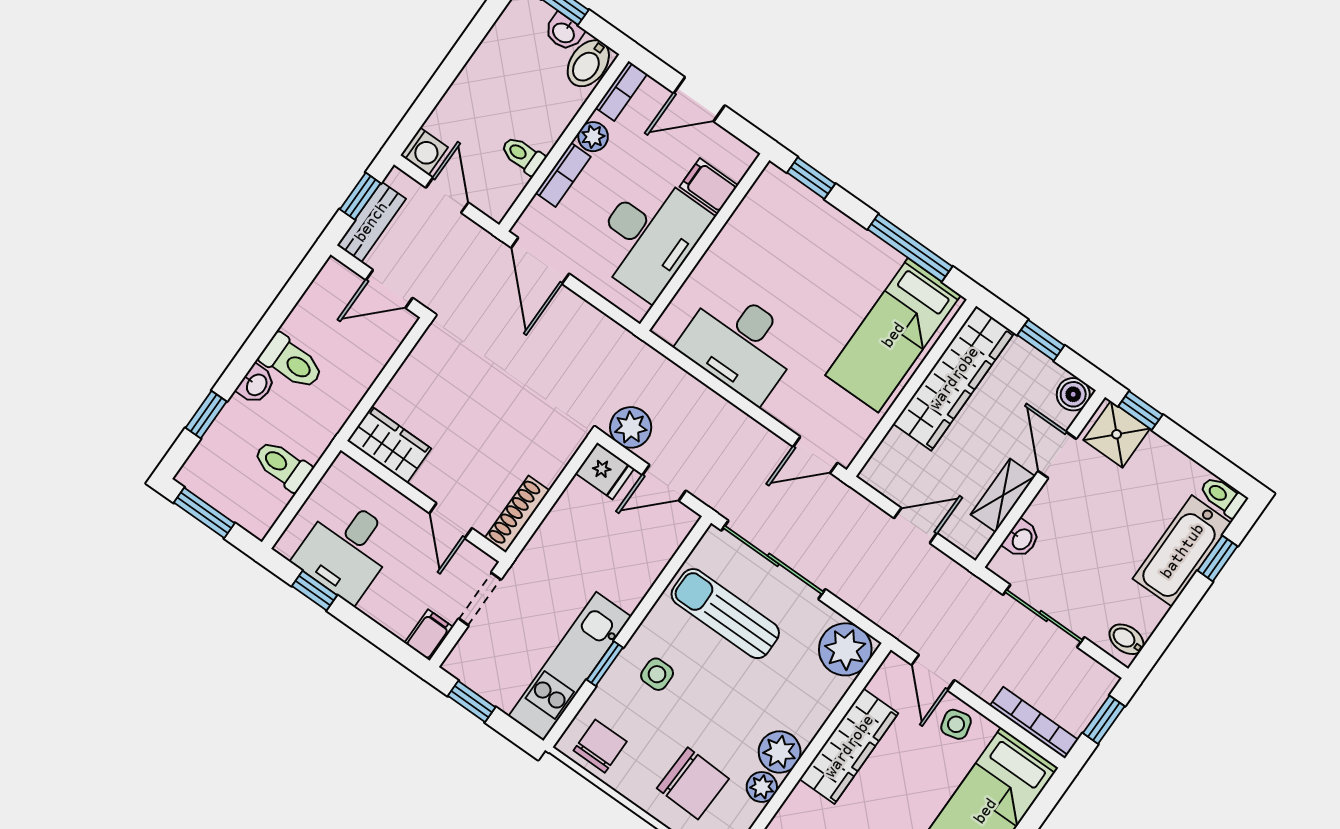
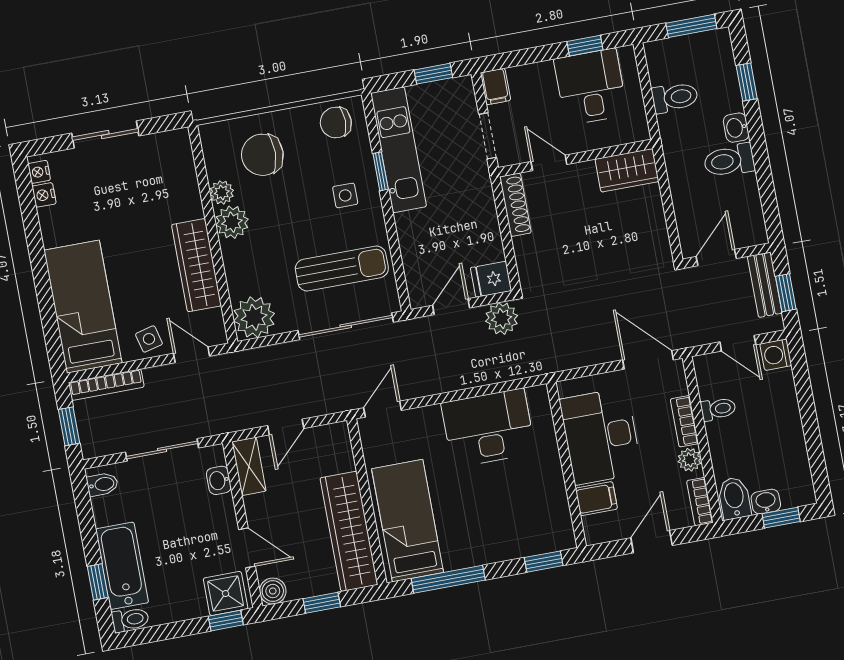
shelving: (1003, 495) -> (249, 466), moved
chair: (600, 746) -> (336, 122), turned 90

